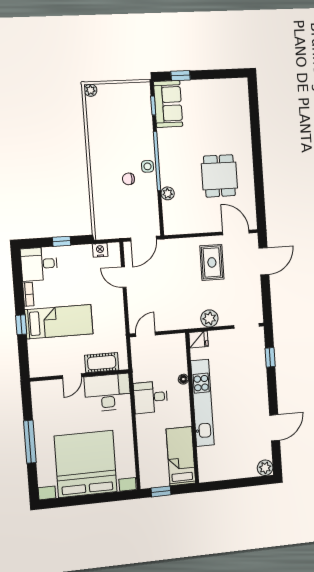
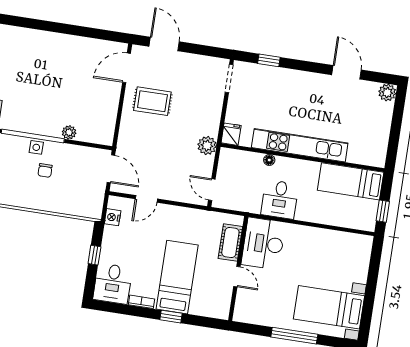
dining table: (219, 176) -> (63, 72), removed
plant: (209, 318) -> (207, 146), moved
bed with nightstands: (86, 464) -> (329, 307), width x0.54

